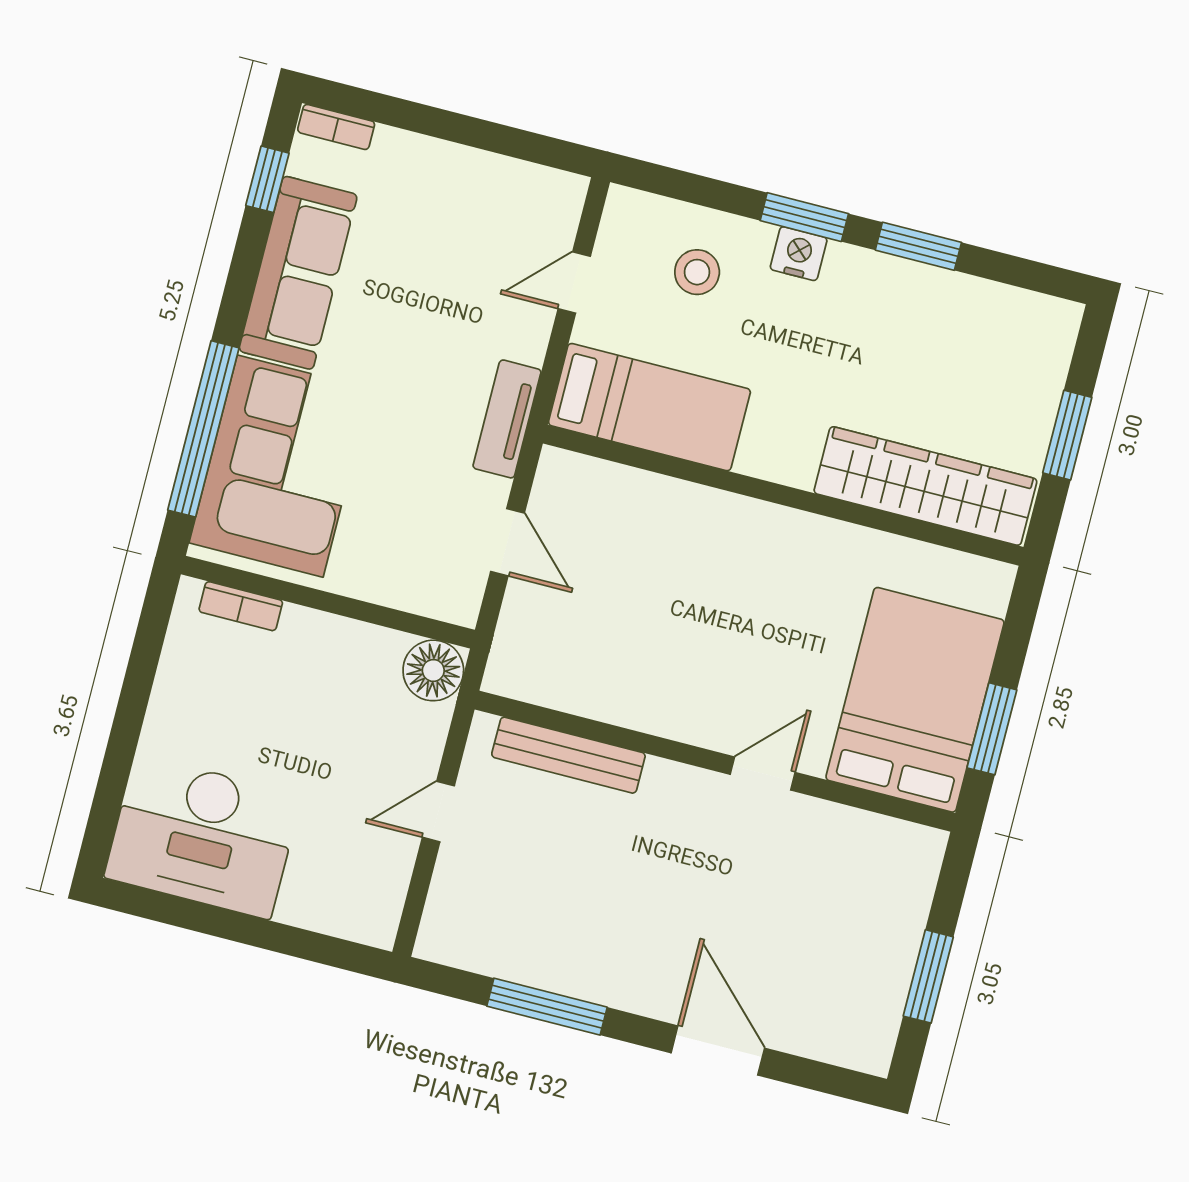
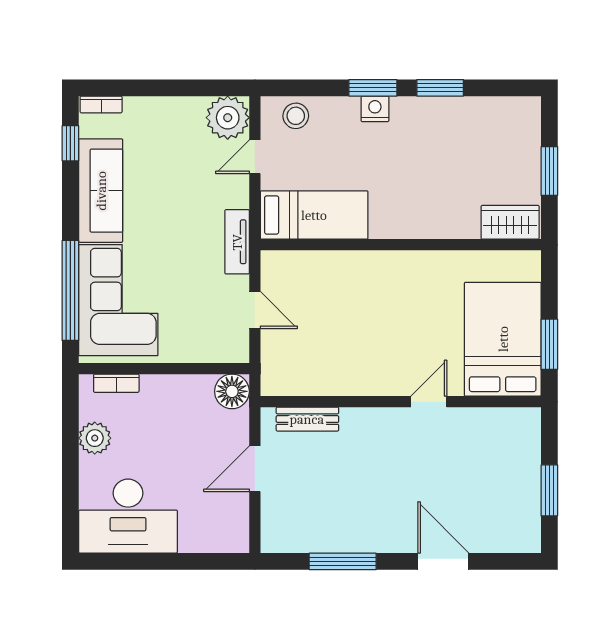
plant: (545, 204) -> (228, 118), added
stool: (697, 272) -> (296, 116), moved
wardrobe: (925, 486) -> (510, 222), width x0.48, depth x0.85
plant: (180, 690) -> (95, 438), added
bench: (568, 755) -> (307, 419), width x0.73
door: (438, 812) -> (255, 469), width x1.38

